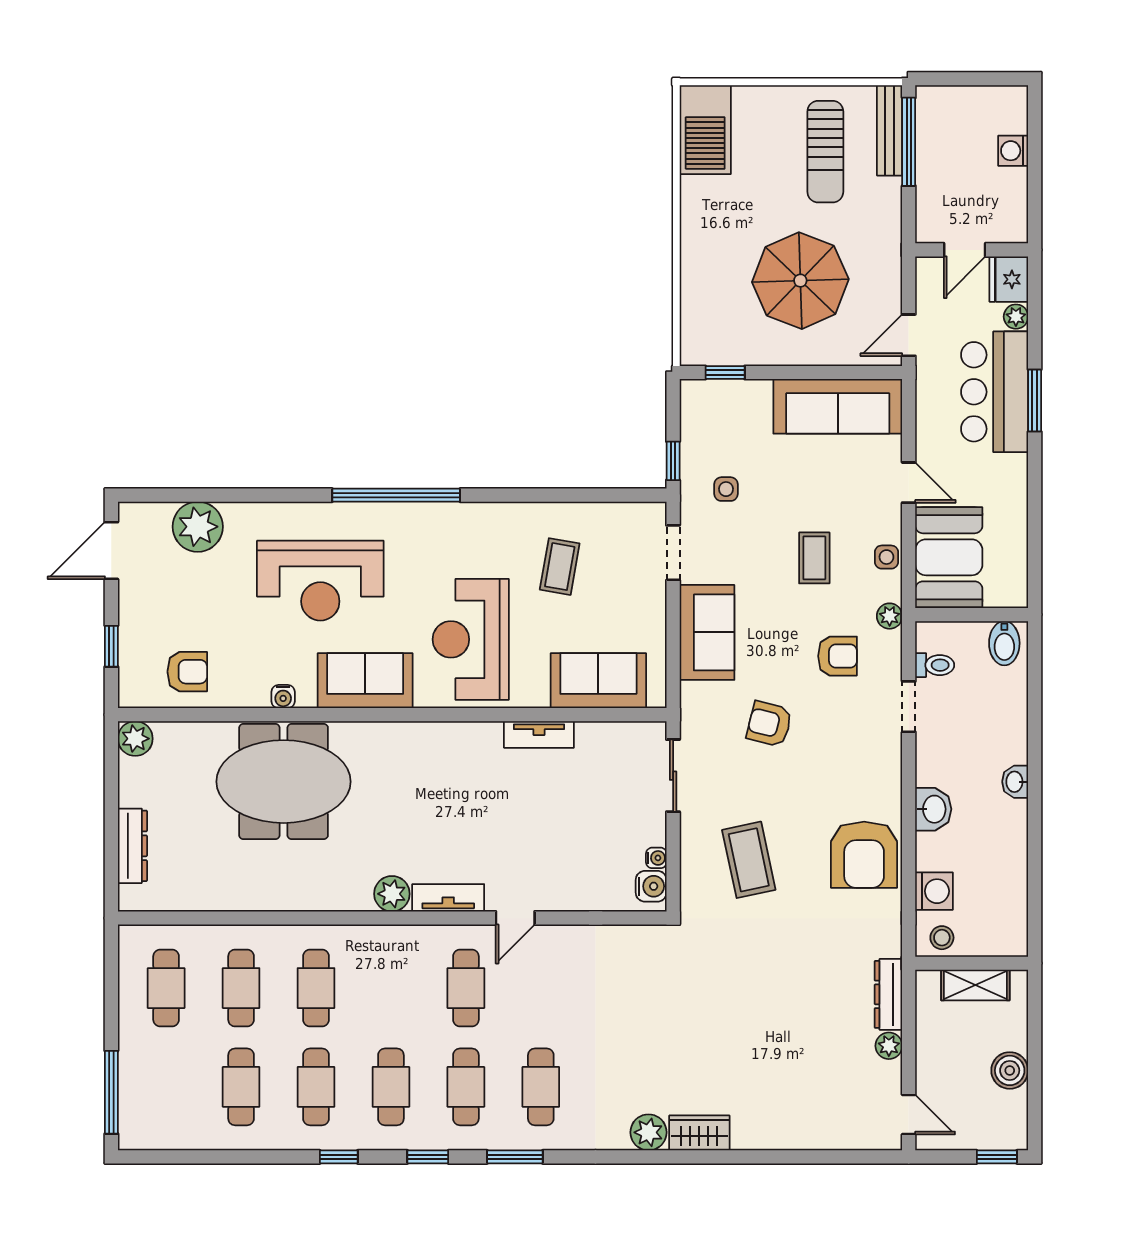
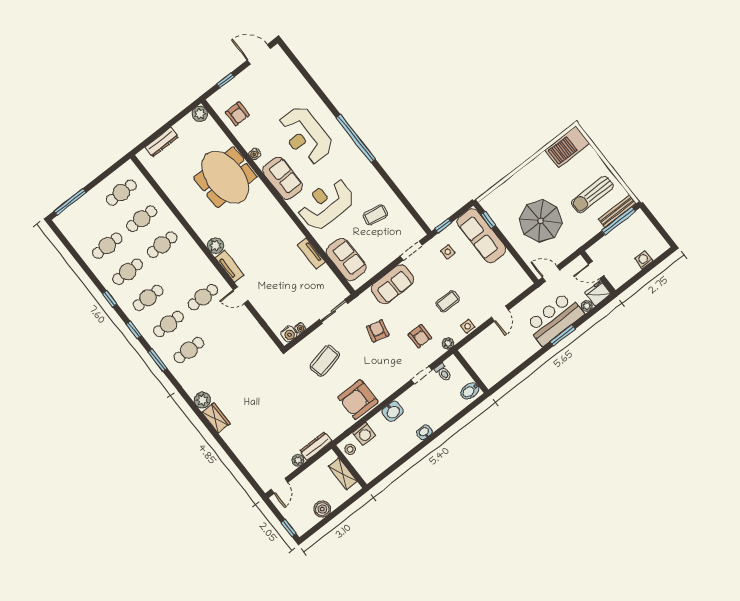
sofa: (838, 406) -> (481, 236), moved
plant: (198, 527) -> (291, 78), removed
booth: (949, 557) -> (485, 348), removed

